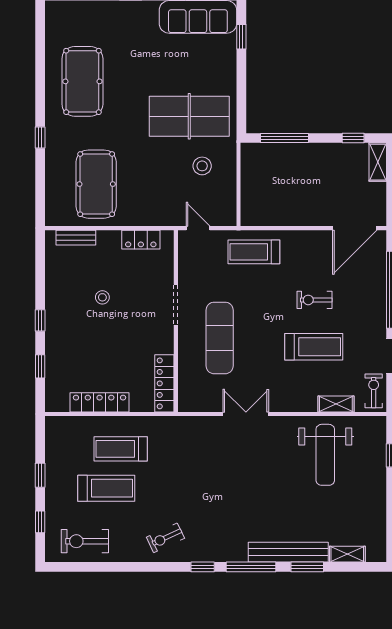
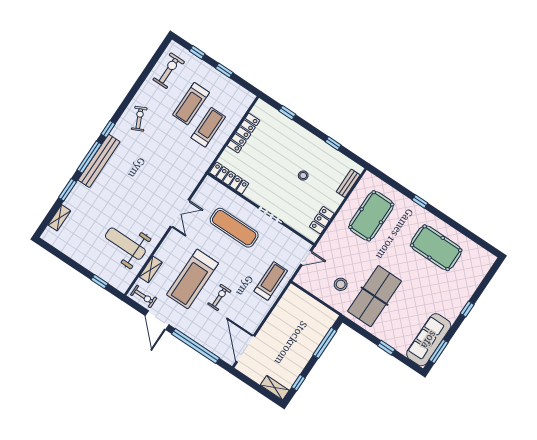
window: (241, 37) -> (386, 348), moved
pool table: (96, 184) -> (371, 216), turned 90
window: (40, 320) -> (333, 143), moved
treadmill: (314, 347) -> (192, 279), width x1.37, depth x1.38
bench: (288, 552) -> (99, 161), moved

